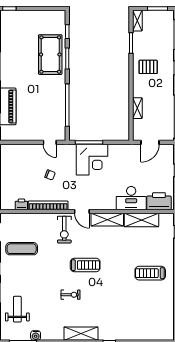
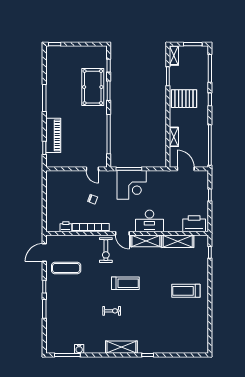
pallet: (148, 67) -> (184, 99), width x1.50, depth x1.42
door: (150, 142) -> (186, 169), swing flipped
desk: (131, 198) -> (149, 221), moved
weight bench: (17, 309) -> (62, 324), removed

